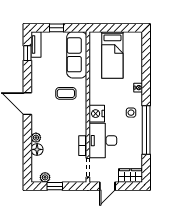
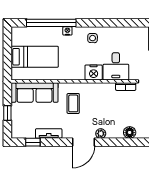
tv unit: (36, 44) -> (49, 134), moved
window: (146, 130) -> (51, 23), moved
plant: (36, 138) -> (101, 134), moved
desk: (103, 141) -> (116, 66), width x0.73

